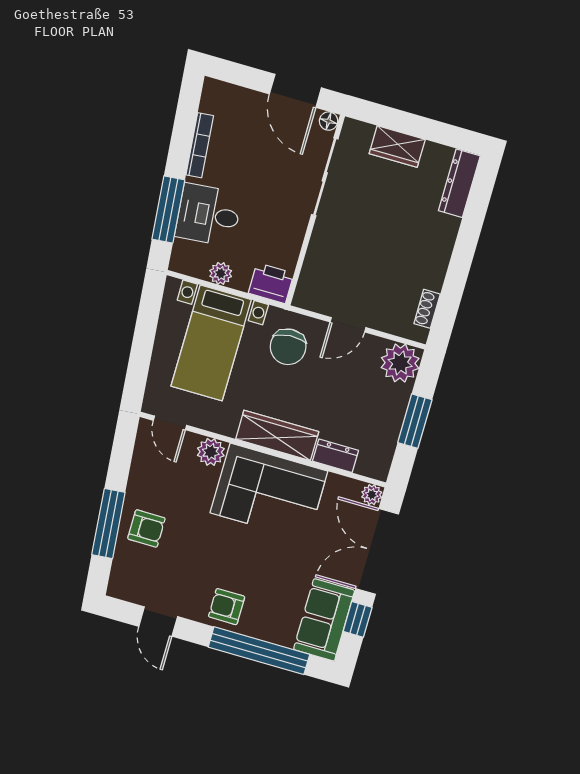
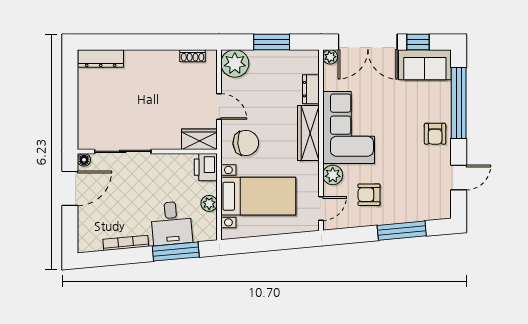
wardrobe: (397, 147) -> (199, 139), moved, turned -90
armchair: (146, 528) -> (369, 195), moved, turned -90

